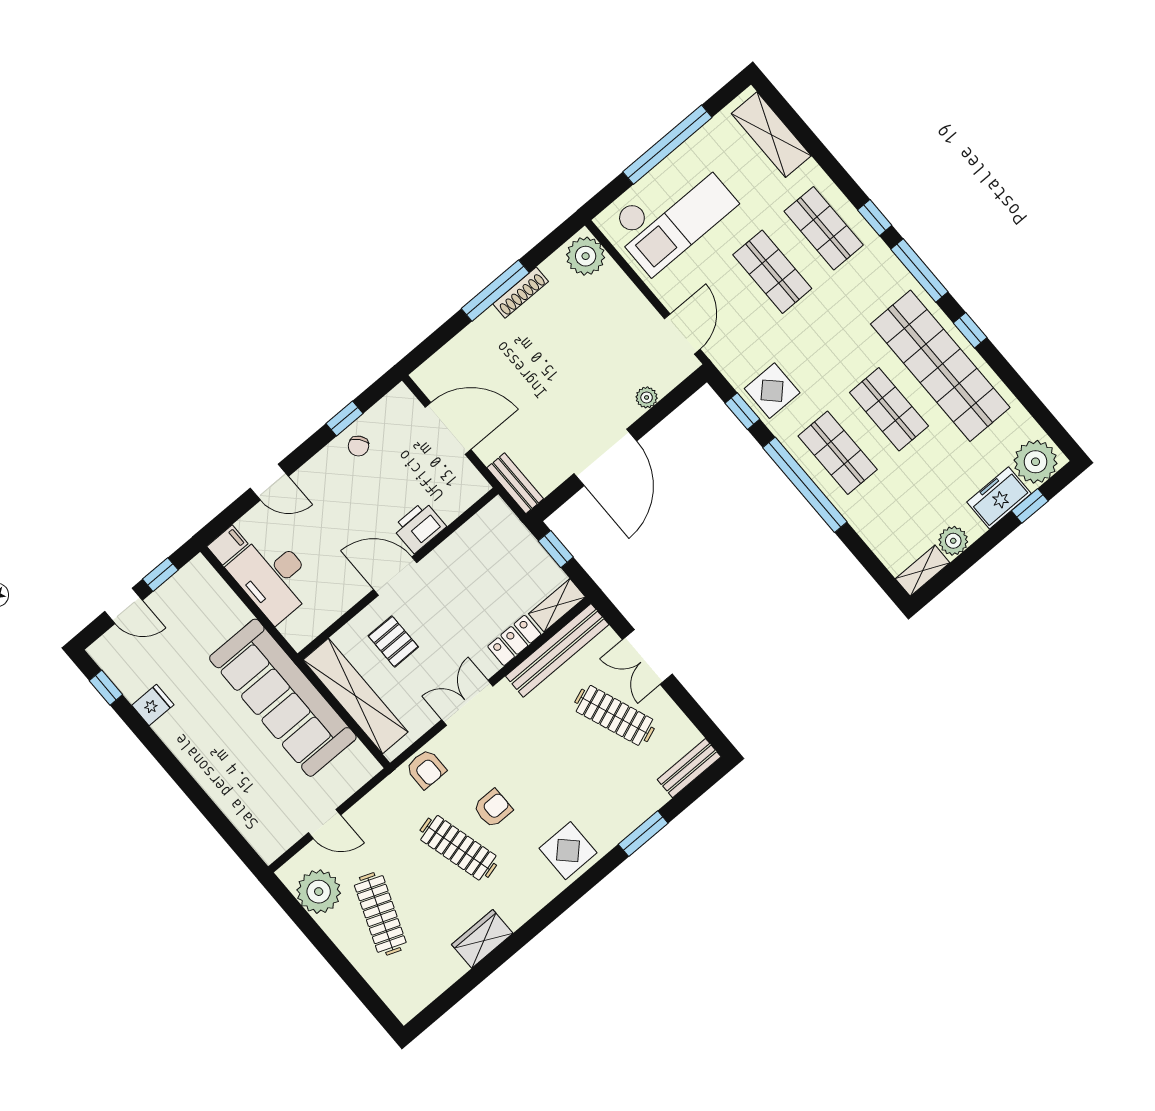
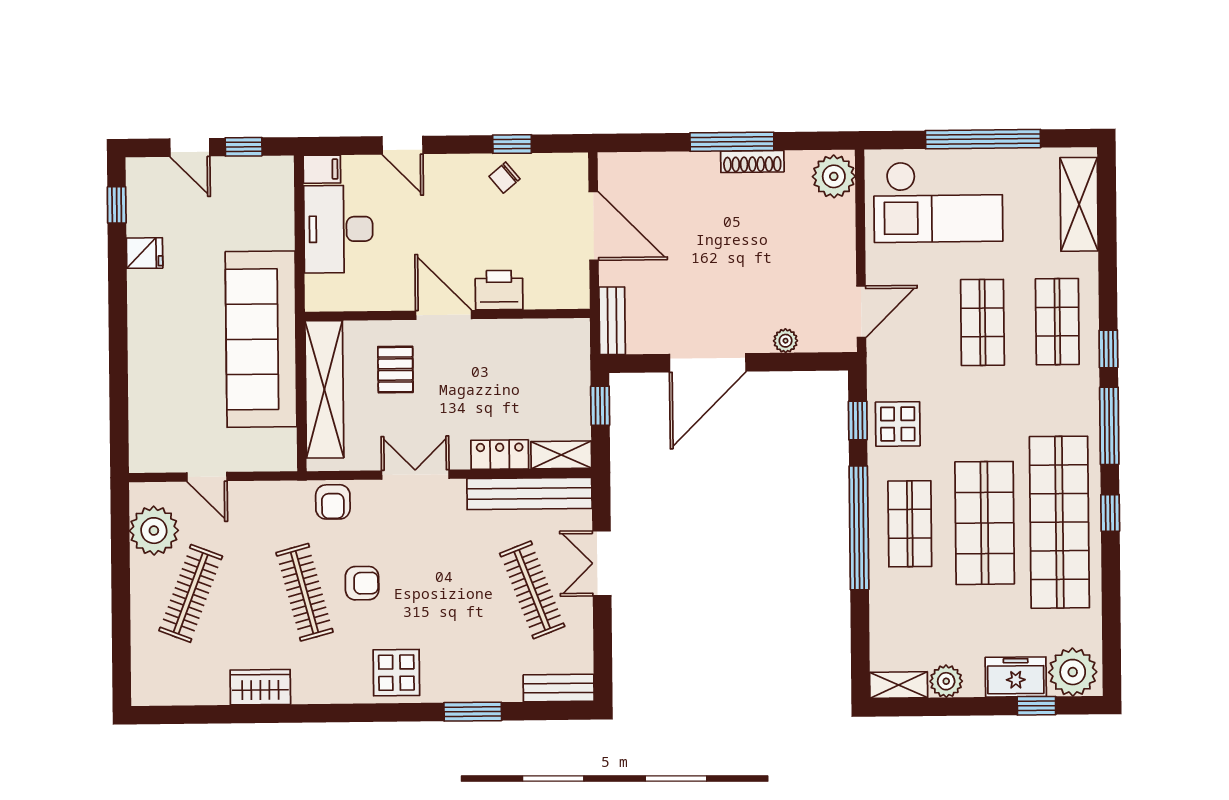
shop shelf: (889, 409) -> (985, 523), width x1.43, depth x1.36

